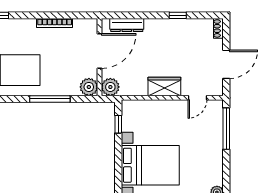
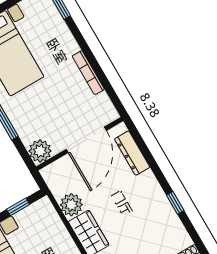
door: (100, 51) -> (86, 140), hinge flipped
plant: (110, 87) -> (71, 205), moved

